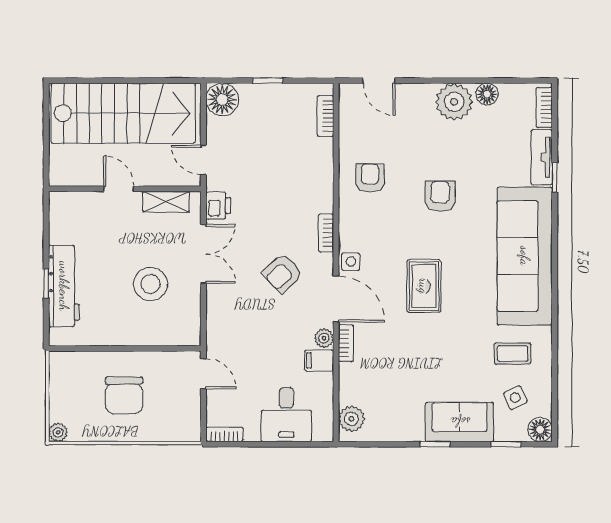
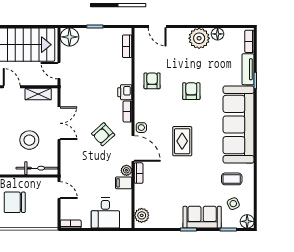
printer: (218, 206) -> (125, 92), moved, turned 180
bicycle: (164, 334) -> (37, 168), added
chair: (124, 395) -> (15, 202), turned 90

